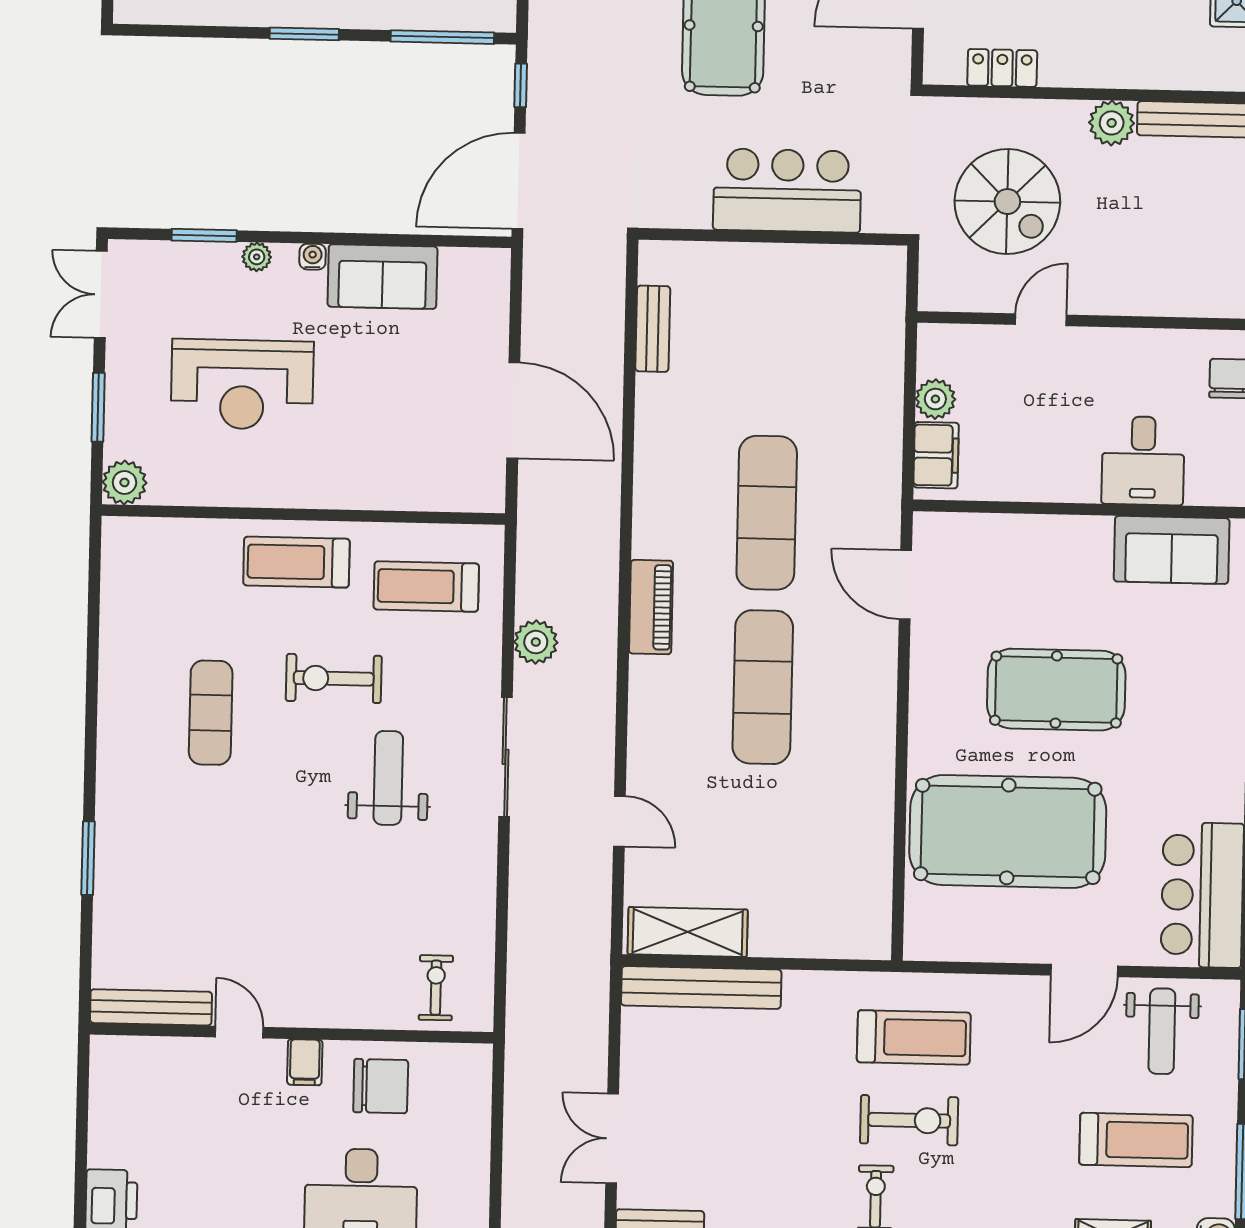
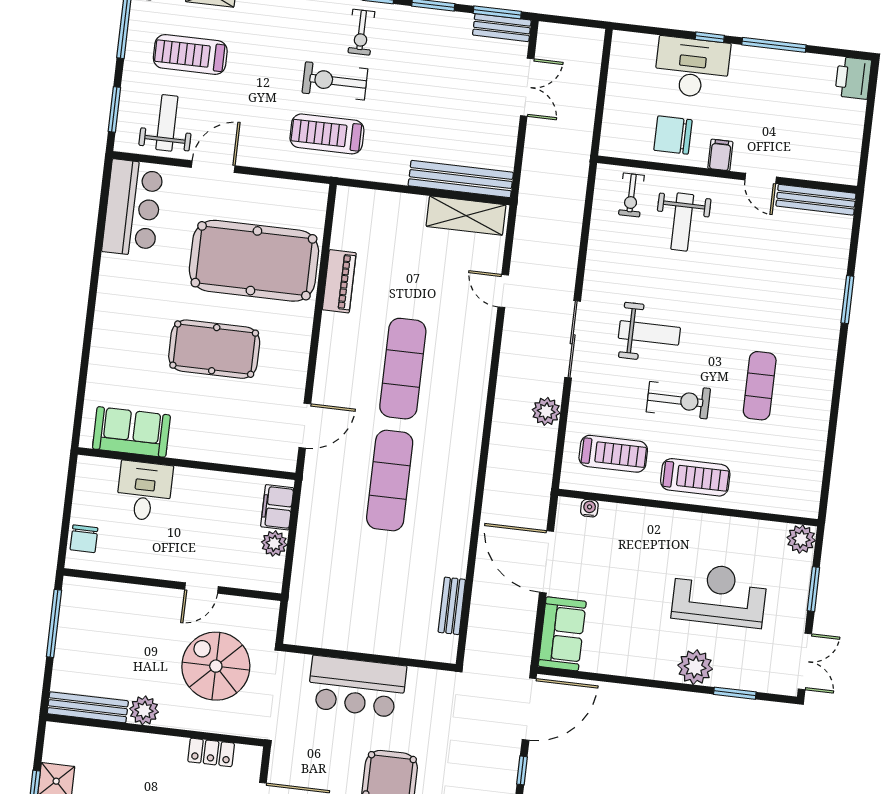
plant: (257, 257) -> (695, 667), width x1.88, depth x1.88
water cooler: (313, 257) -> (589, 508), moved, turned 180
sofa: (382, 277) -> (562, 634), moved, turned 90
door: (905, 585) -> (305, 426), hinge flipped
piano: (651, 607) -> (339, 281), moved, turned 180
weight bench: (388, 778) -> (649, 333), turned -90
weight bench: (354, 954) -> (682, 222), added

